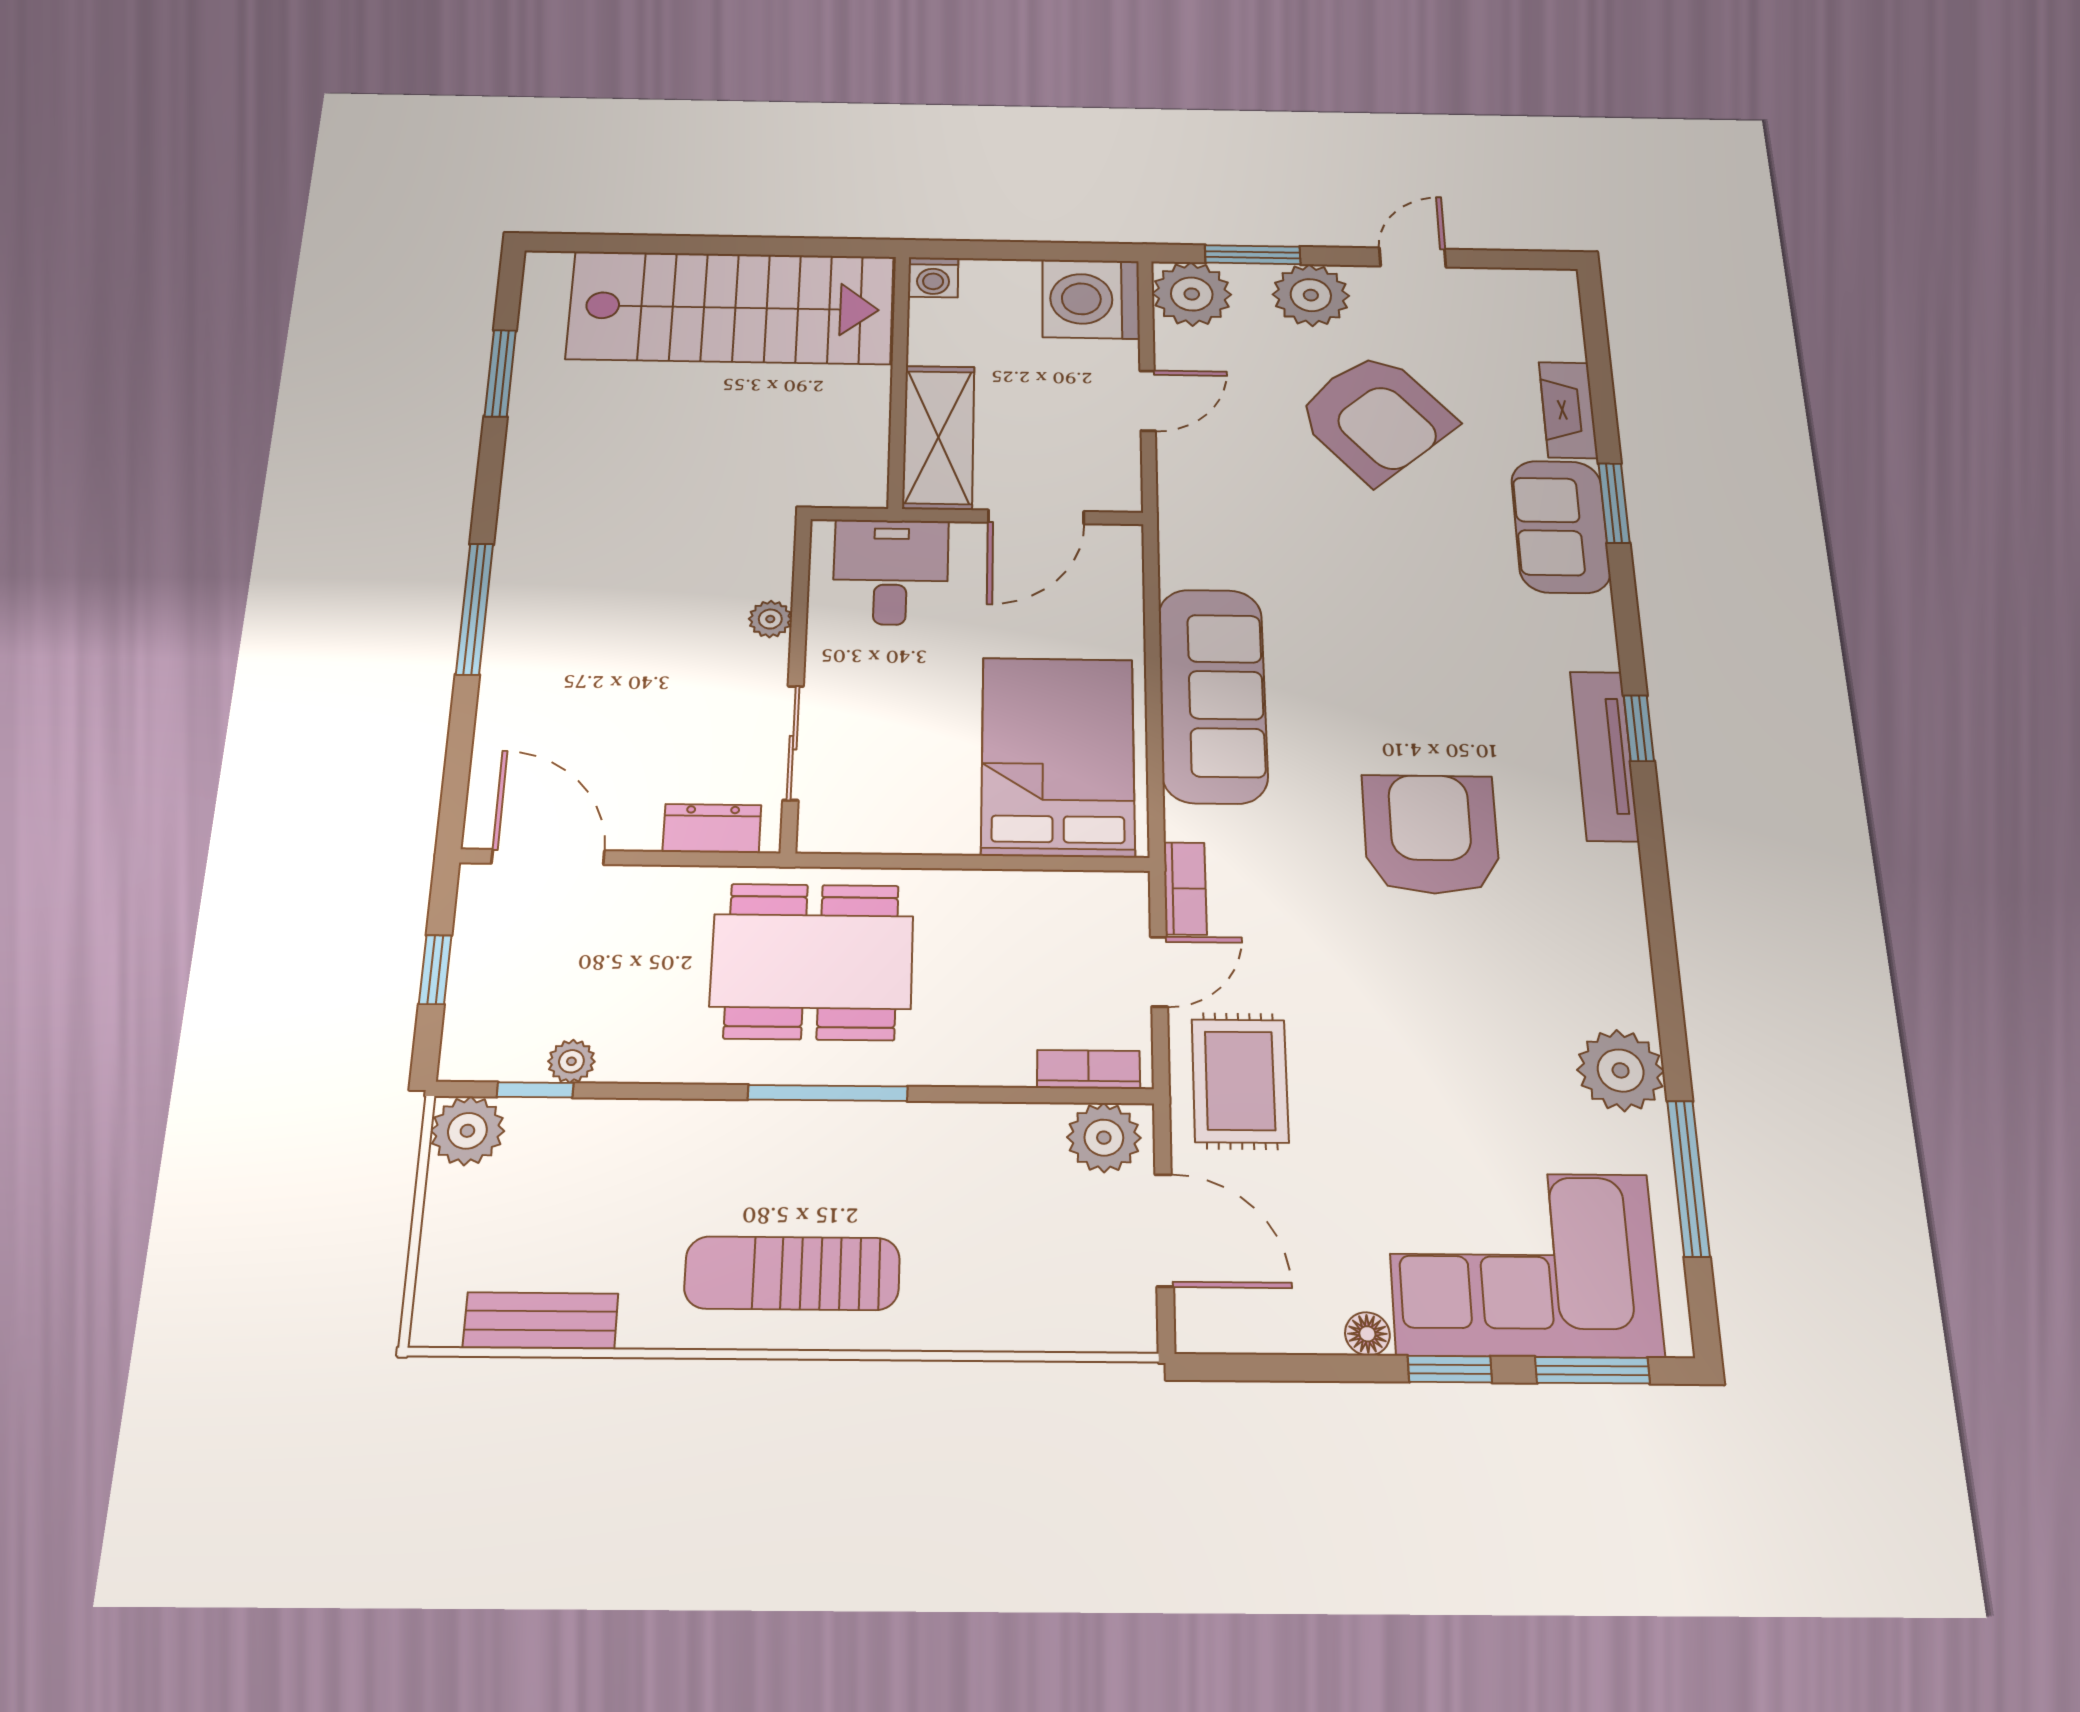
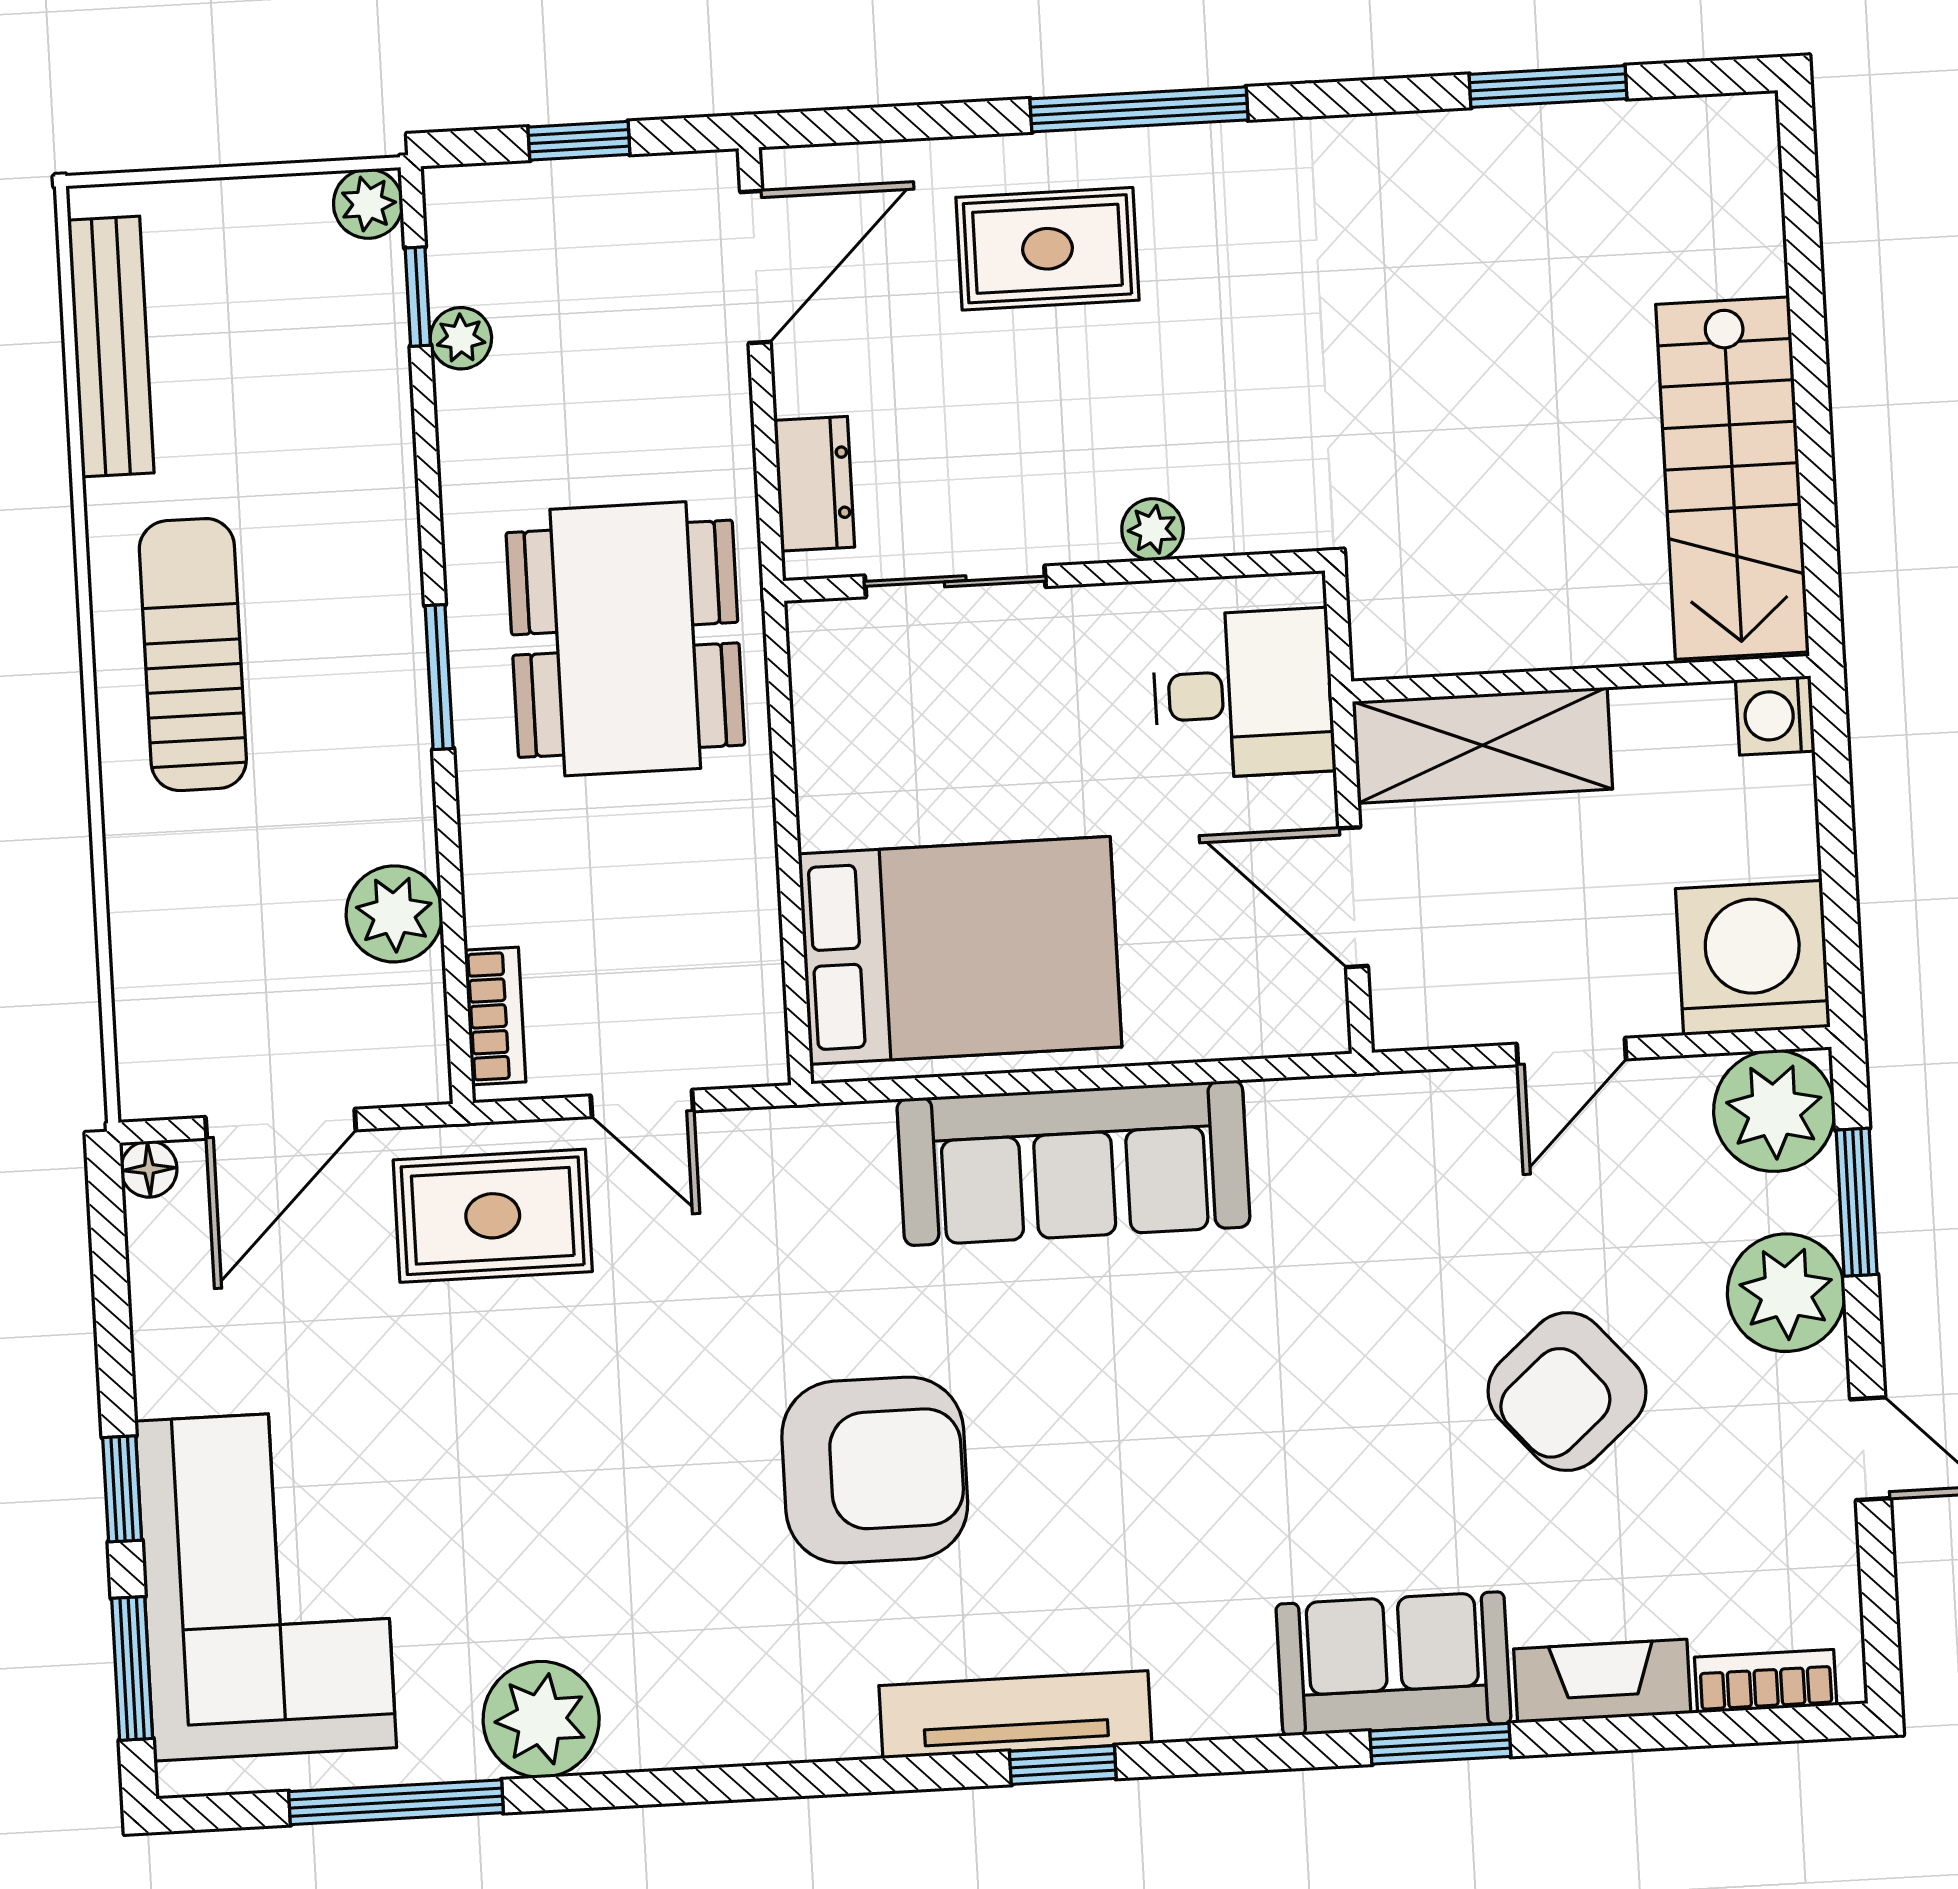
stairs: (731, 307) -> (1732, 478), width x0.73, depth x0.66
door: (1148, 401) -> (1571, 1052), hinge flipped
armchair: (1375, 417) -> (1567, 1391), width x0.73, depth x0.73
rug: (564, 670) -> (1047, 249), added
bookcase: (1185, 888) -> (1766, 1681), moved, turned 180
window: (828, 1093) -> (439, 677), width x0.69
plant: (467, 1131) -> (368, 204), width x0.73, depth x0.73
plant: (1104, 1138) -> (394, 914), moved
bench: (541, 1321) -> (111, 347), width x1.36
floor lamp: (1367, 1334) -> (149, 1169), moved

